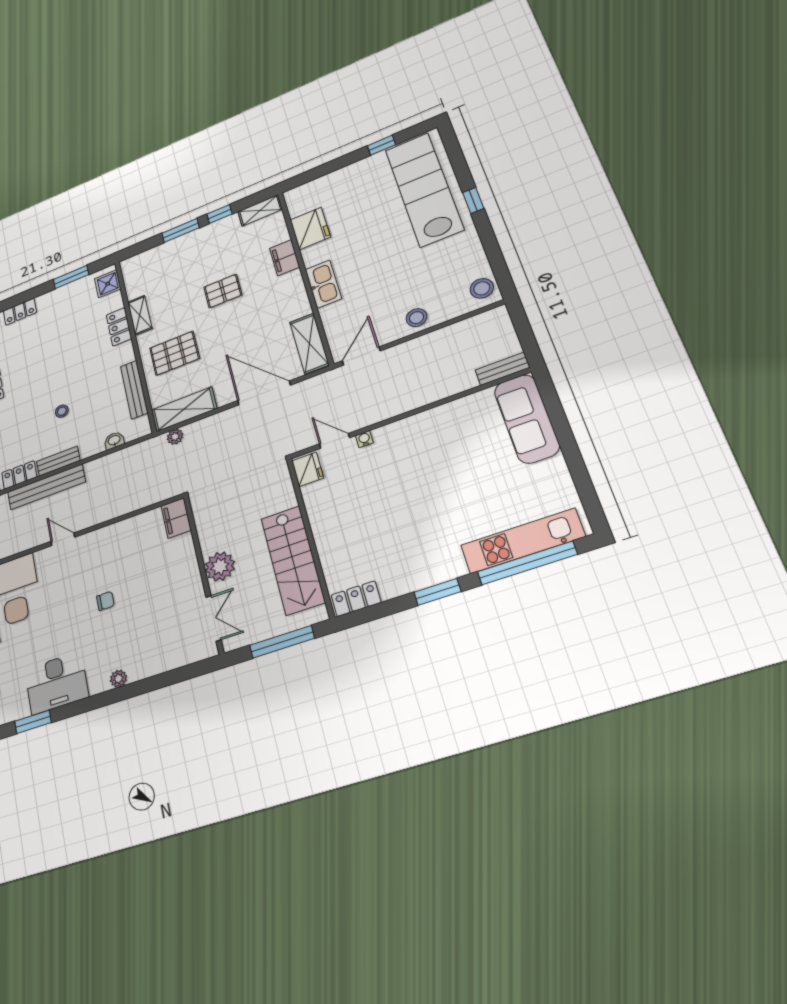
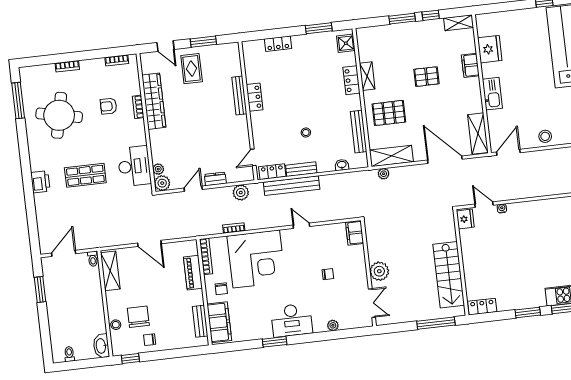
filing cabinet: (176, 518) -> (355, 233), moved
plant: (220, 566) -> (379, 271), moved
wall: (203, 573) -> (369, 273), moved
double door: (214, 618) -> (372, 303), moved

